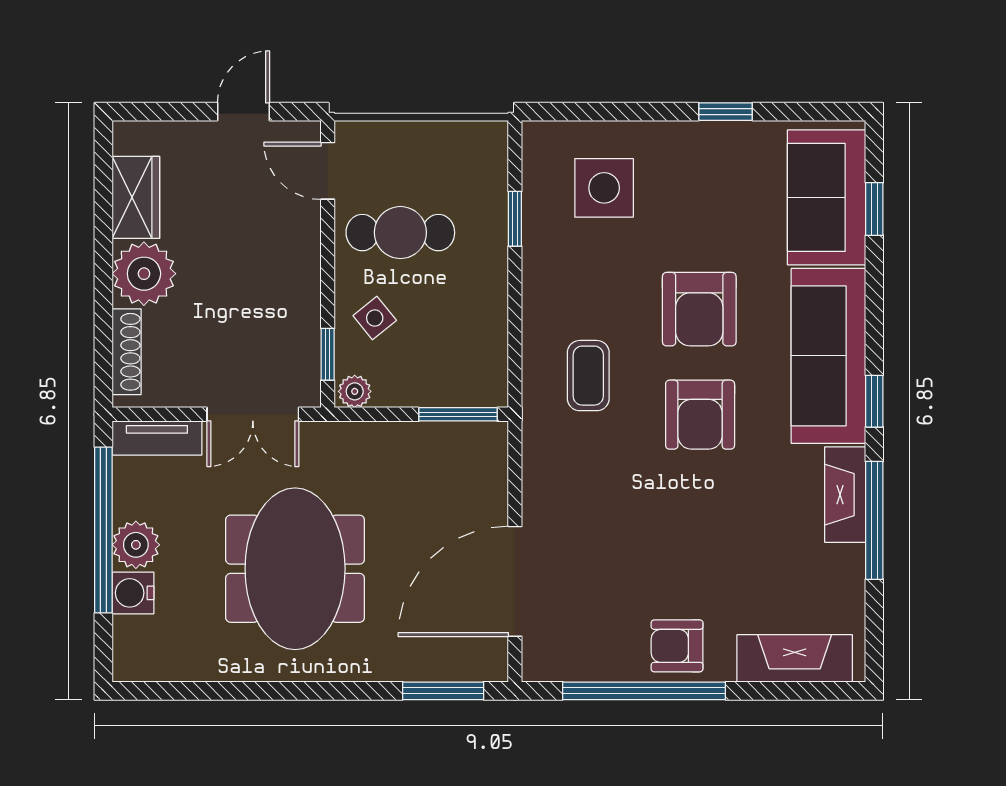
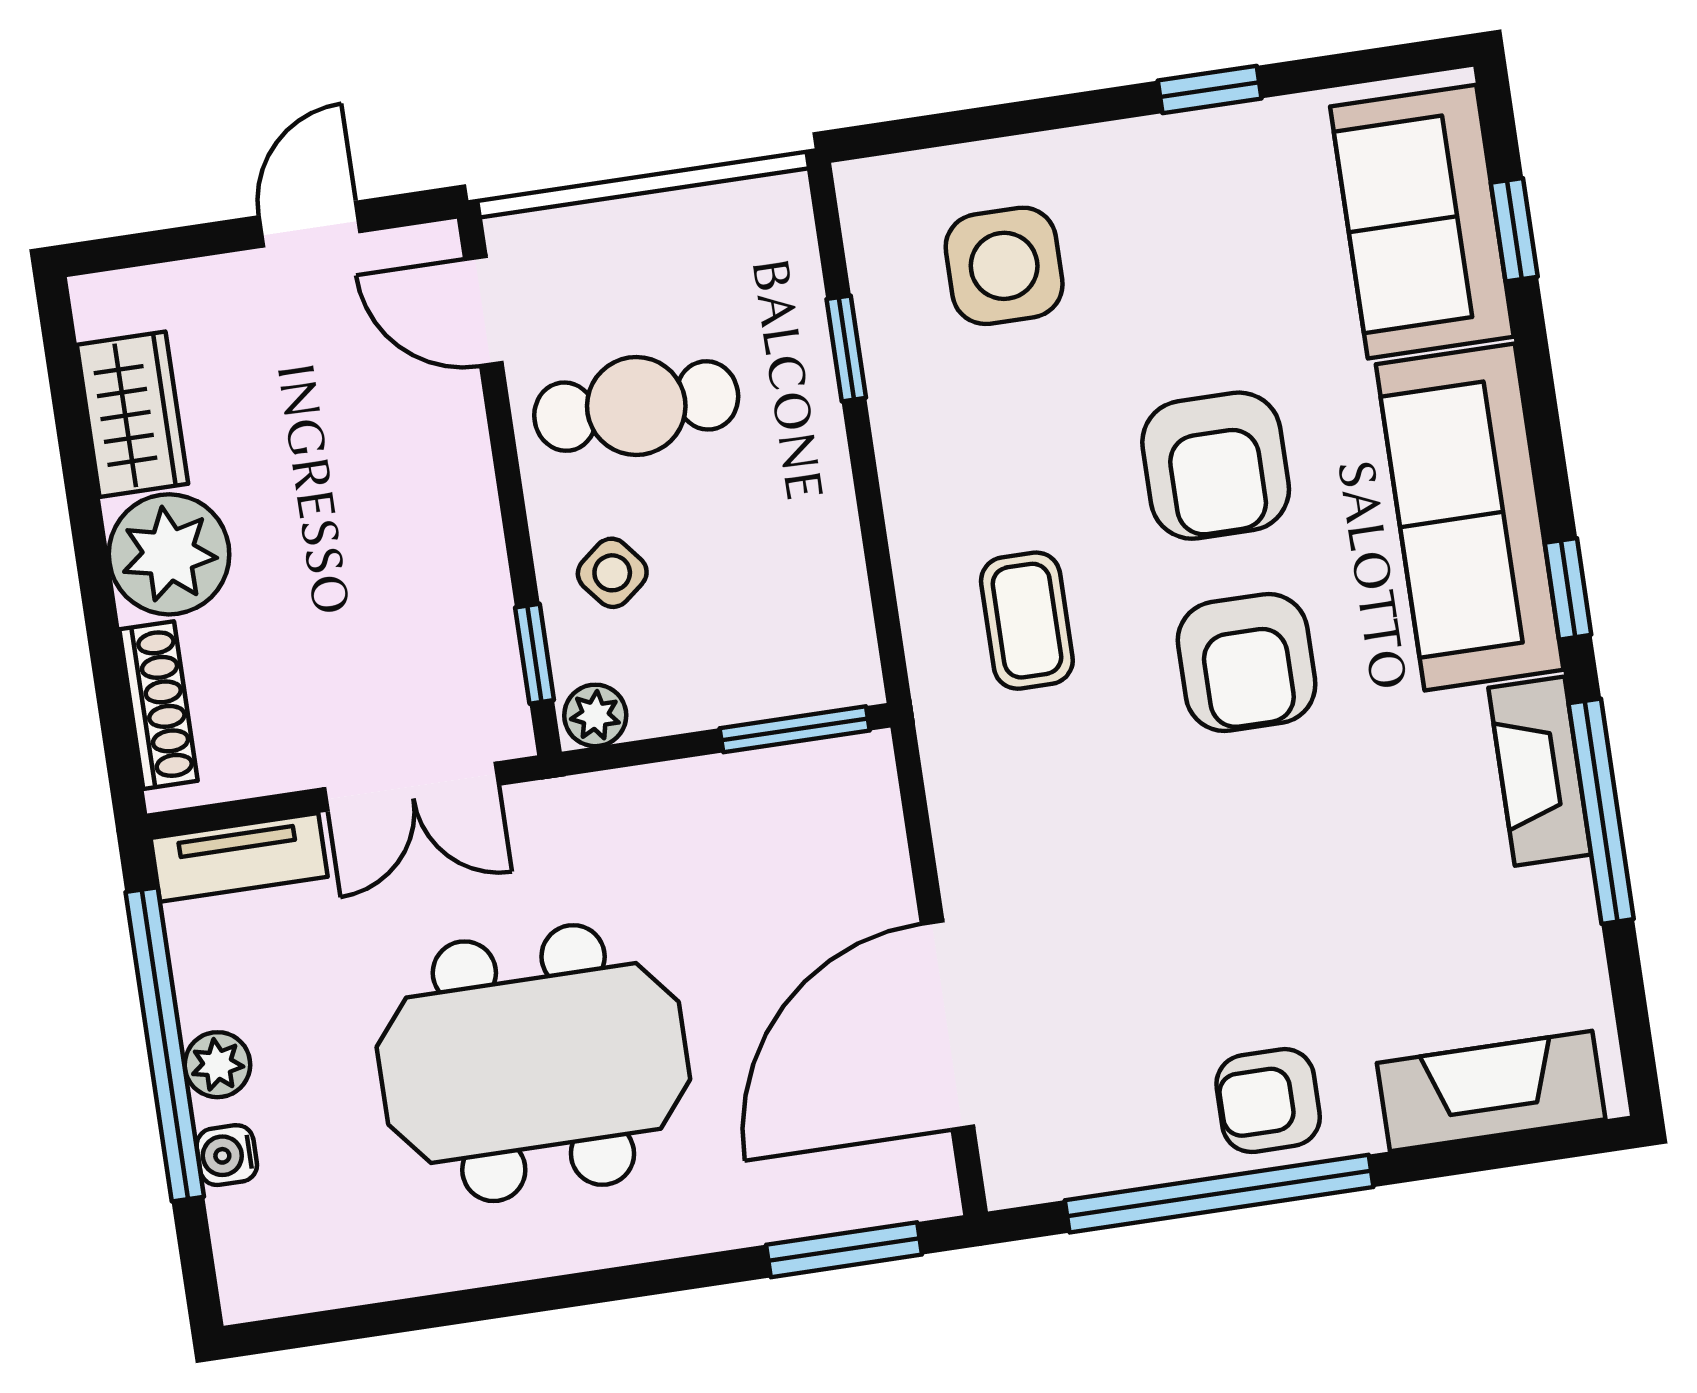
plant: (136, 545) -> (217, 1065), width x0.73, depth x0.73
meeting table: (295, 569) -> (533, 1063), turned 90
water cooler: (133, 593) -> (227, 1155), width x0.72, depth x0.72

